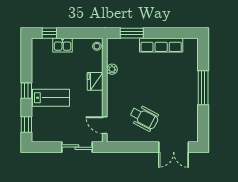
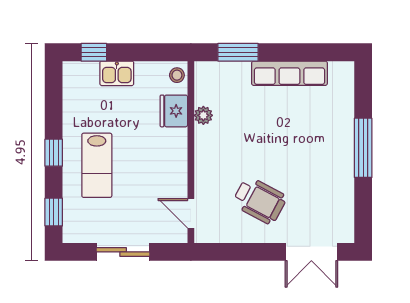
fridge: (95, 81) -> (174, 111), moved
lab bench: (51, 98) -> (97, 165), turned 90
sliding door: (77, 147) -> (123, 252), moved

